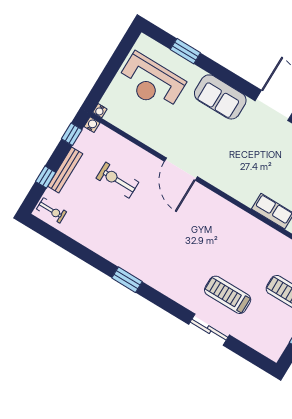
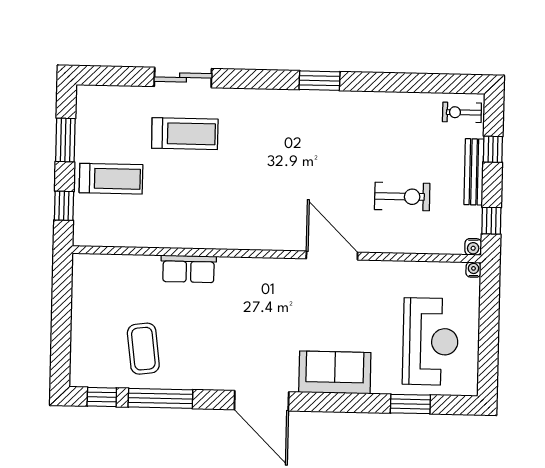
reception desk: (151, 82) -> (430, 341), turned 90

